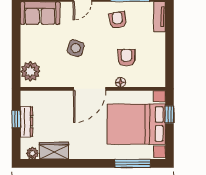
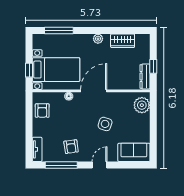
armchair: (126, 58) -> (42, 111), moved
dresser: (26, 122) -> (145, 76), moved
bed with nightstands: (136, 124) -> (56, 70), width x0.73
plant: (32, 153) -> (98, 39), moved

